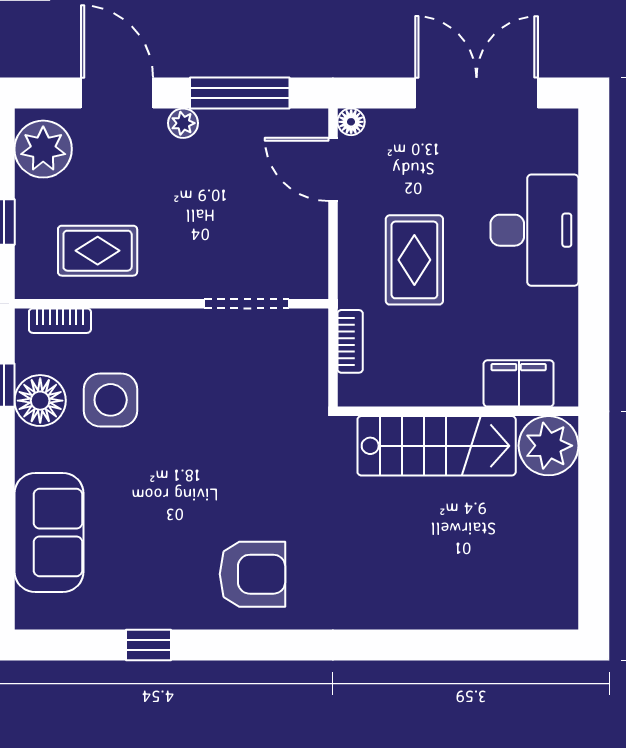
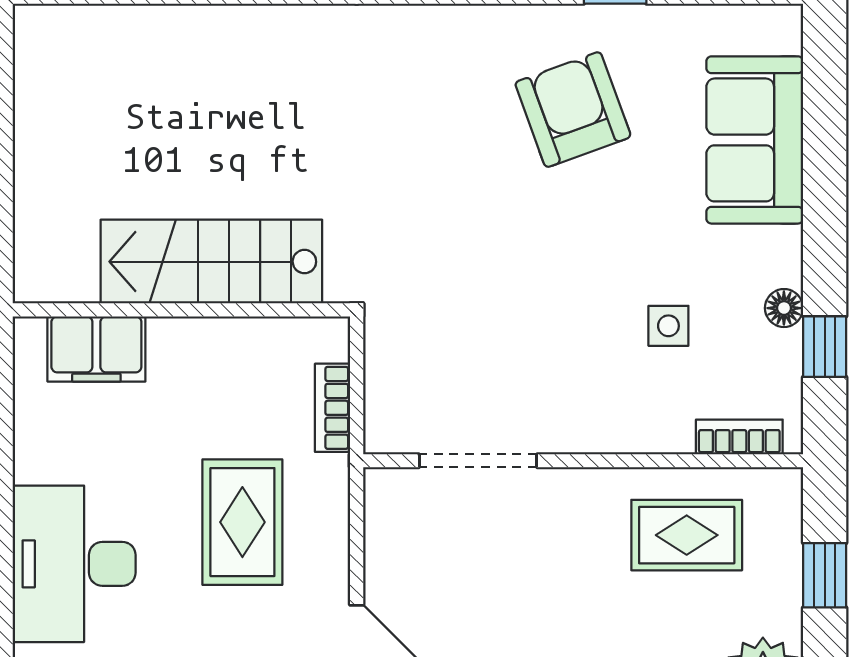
side table: (111, 400) -> (668, 326), width x0.54, depth x0.54
floor lamp: (40, 401) -> (784, 308), width x0.53, depth x0.53
plant: (548, 446) -> (54, 262), removed
armchair: (252, 574) -> (573, 110), moved, turned 70

